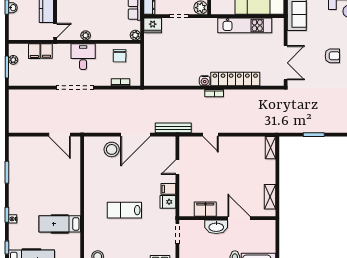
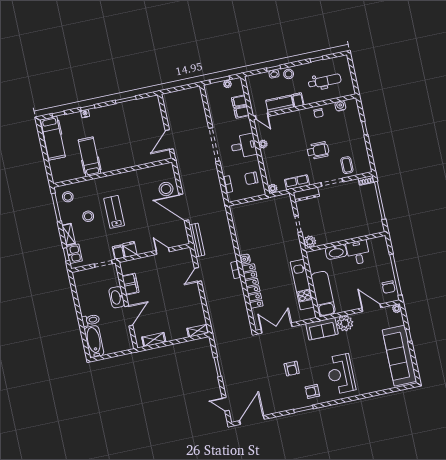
fridge: (153, 25) -> (285, 202), removed
double door: (286, 63) -> (277, 328), swing flipped
filing cabinet: (168, 189) -> (118, 252), moved
stool: (123, 239) -> (88, 216), added

